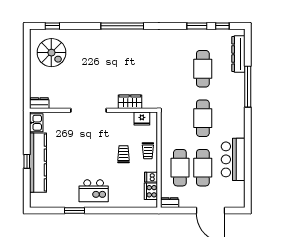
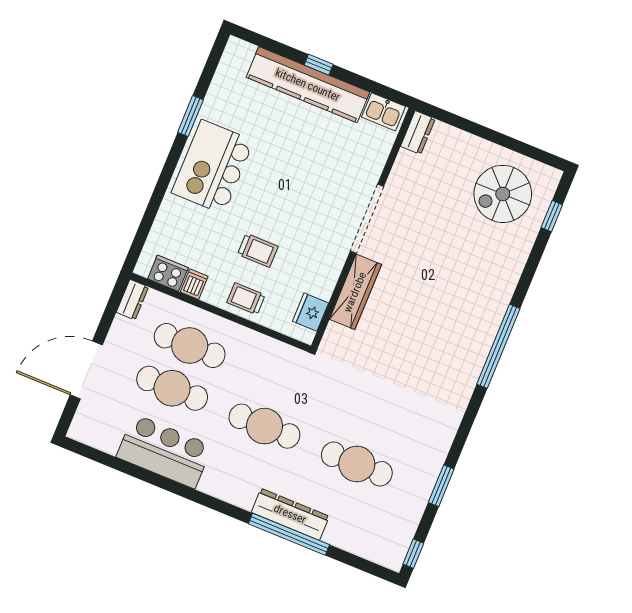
window: (222, 26) -> (413, 554), moved
dresser: (238, 54) -> (290, 514), moved
wardrobe: (130, 102) -> (355, 292), width x1.50
kitchen island: (94, 191) -> (213, 167), width x1.37, depth x1.28

